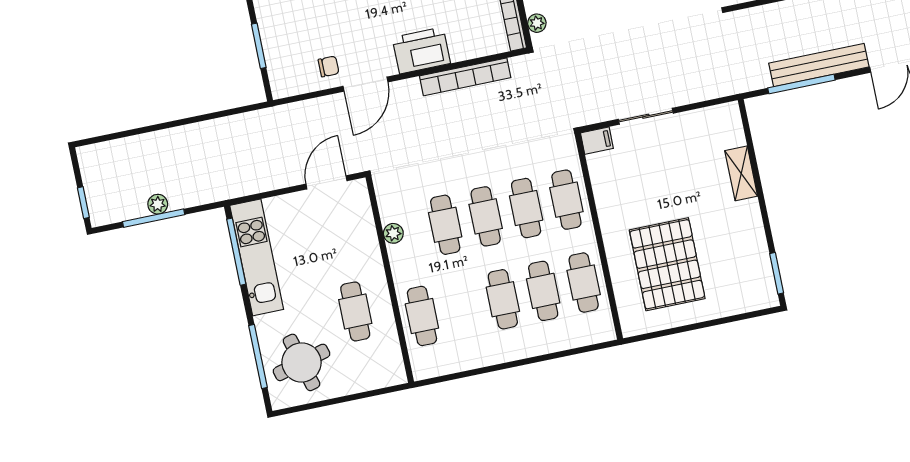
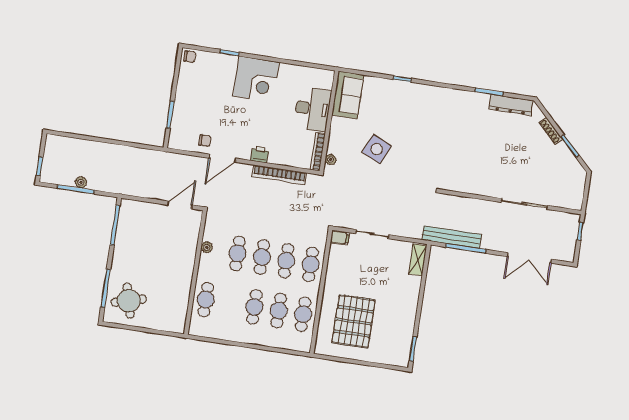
printer: (421, 50) -> (260, 154), width x0.53, depth x0.68
bench: (819, 65) -> (452, 237), moved
shelving: (741, 173) -> (418, 260), moved
kitchen unit: (257, 257) -> (125, 233), removed
cafe table: (355, 311) -> (169, 283), removed

